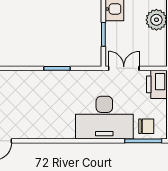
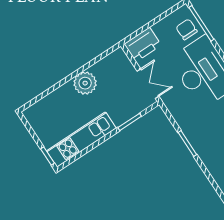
double door: (124, 68) -> (148, 84), swing flipped

